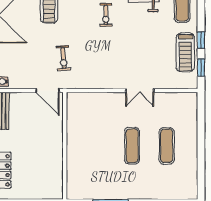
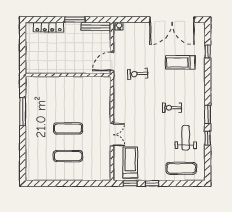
treadmill: (185, 52) -> (130, 163), moved, turned 90
double door: (140, 91) -> (112, 135), swing flipped

